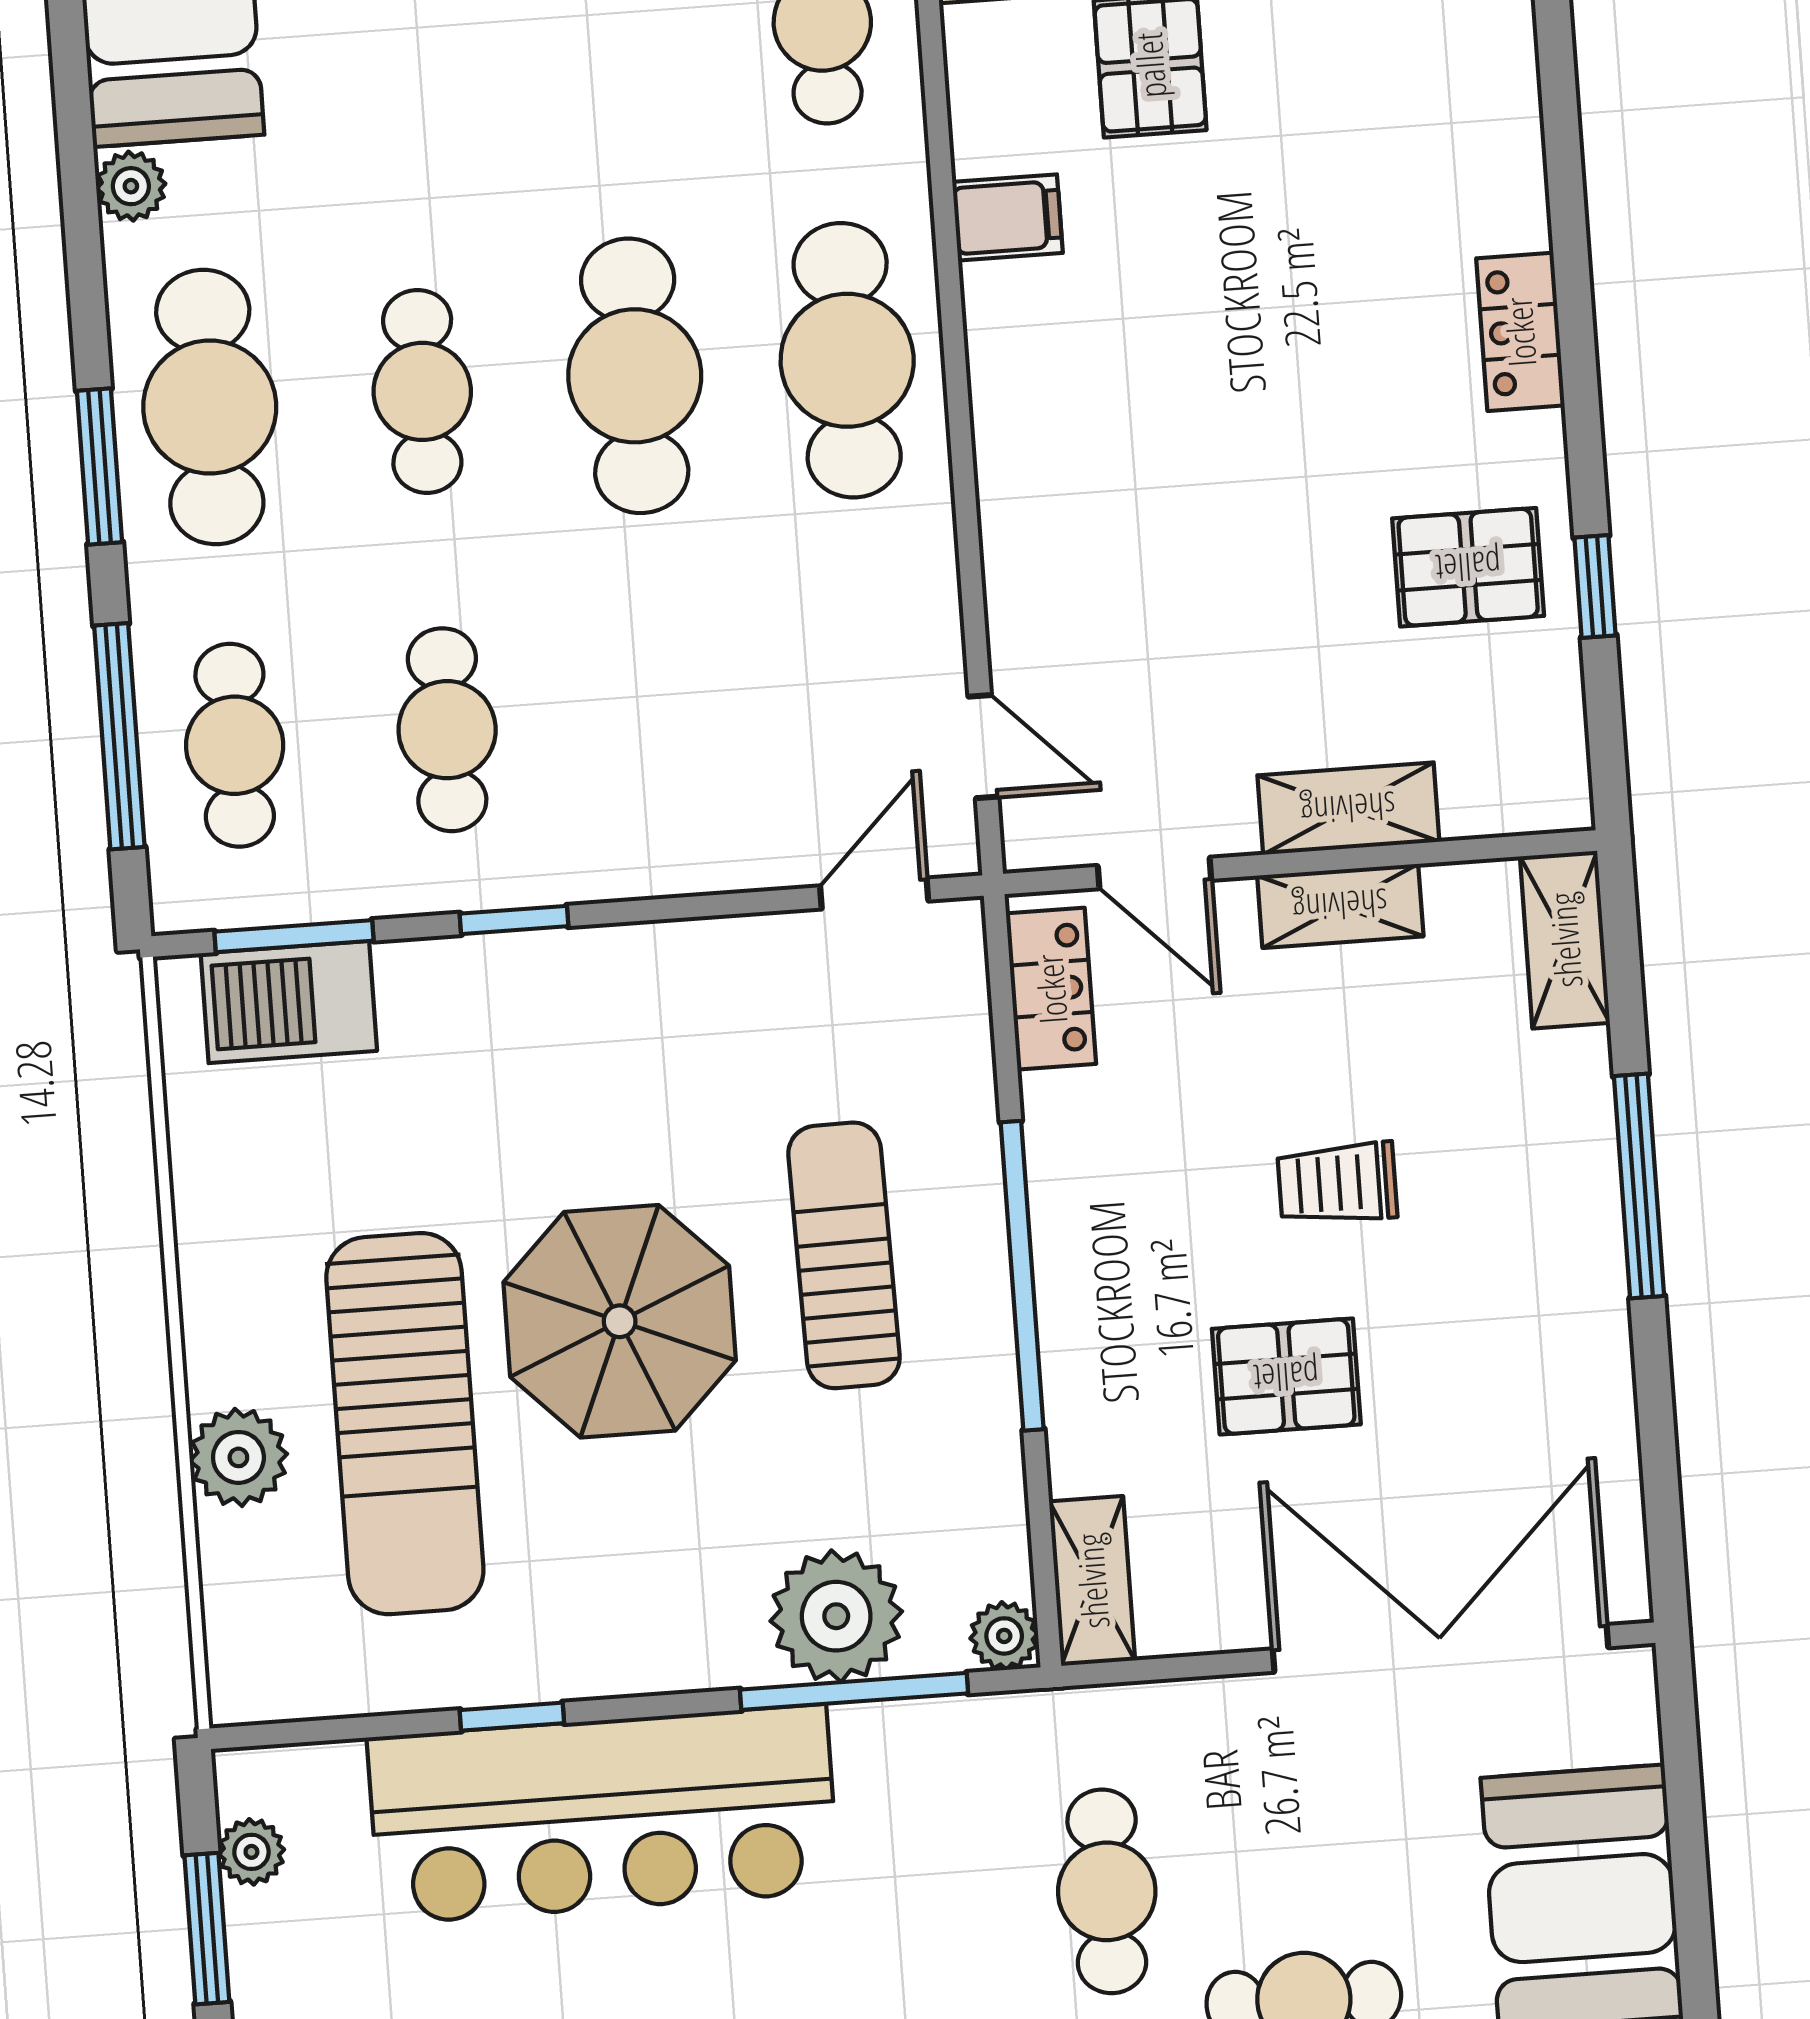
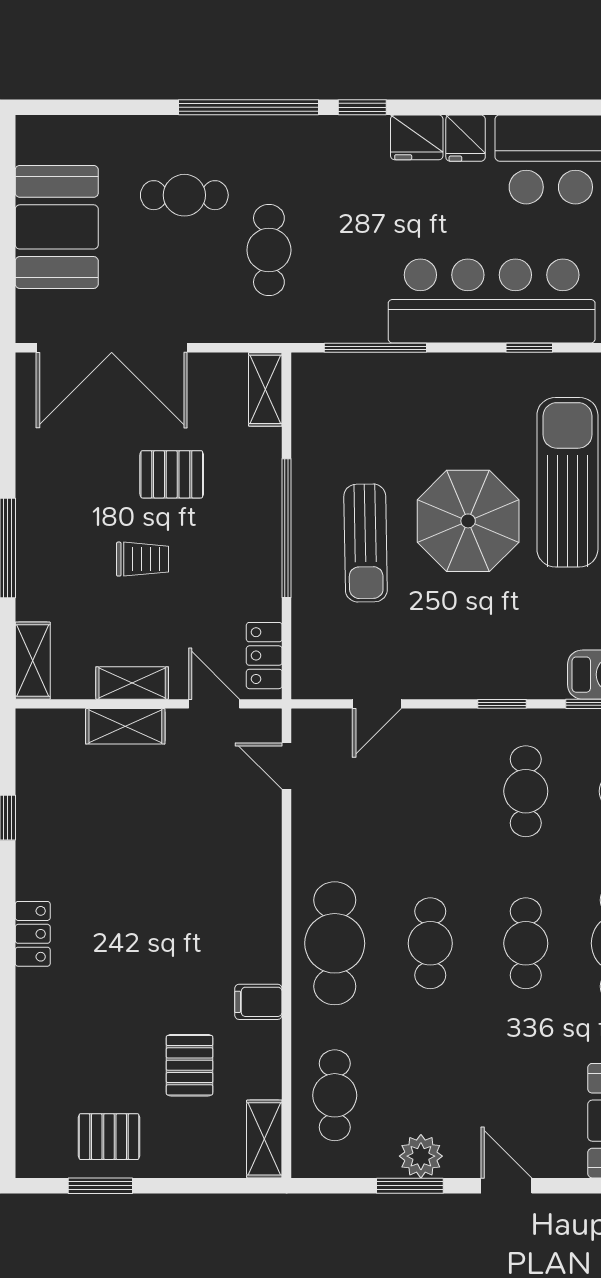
cafe table: (635, 376) -> (430, 943), width x0.73, depth x0.74
pallet: (1468, 567) -> (64, 830), removed
door: (874, 894) -> (377, 704), moved
plant: (836, 1616) -> (381, 382), removed
plant: (1004, 1636) -> (306, 368), removed

